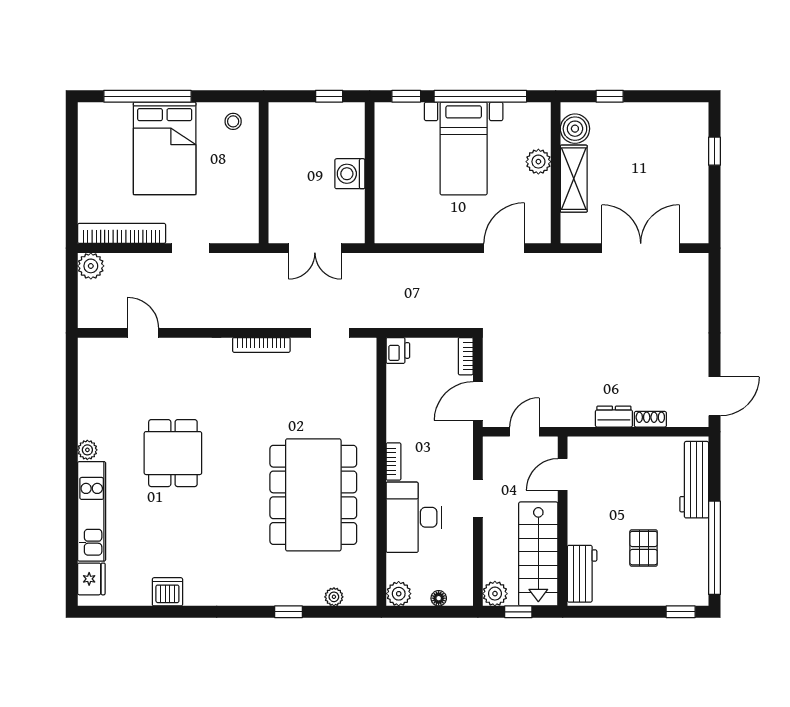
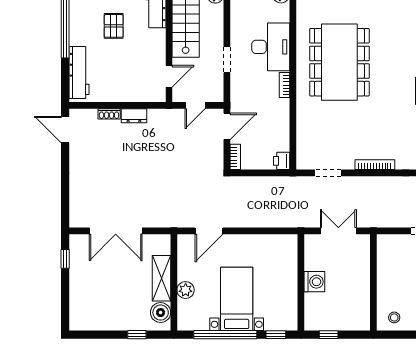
window: (714, 151) -> (65, 259), moved
door: (714, 396) -> (65, 130), hinge flipped

